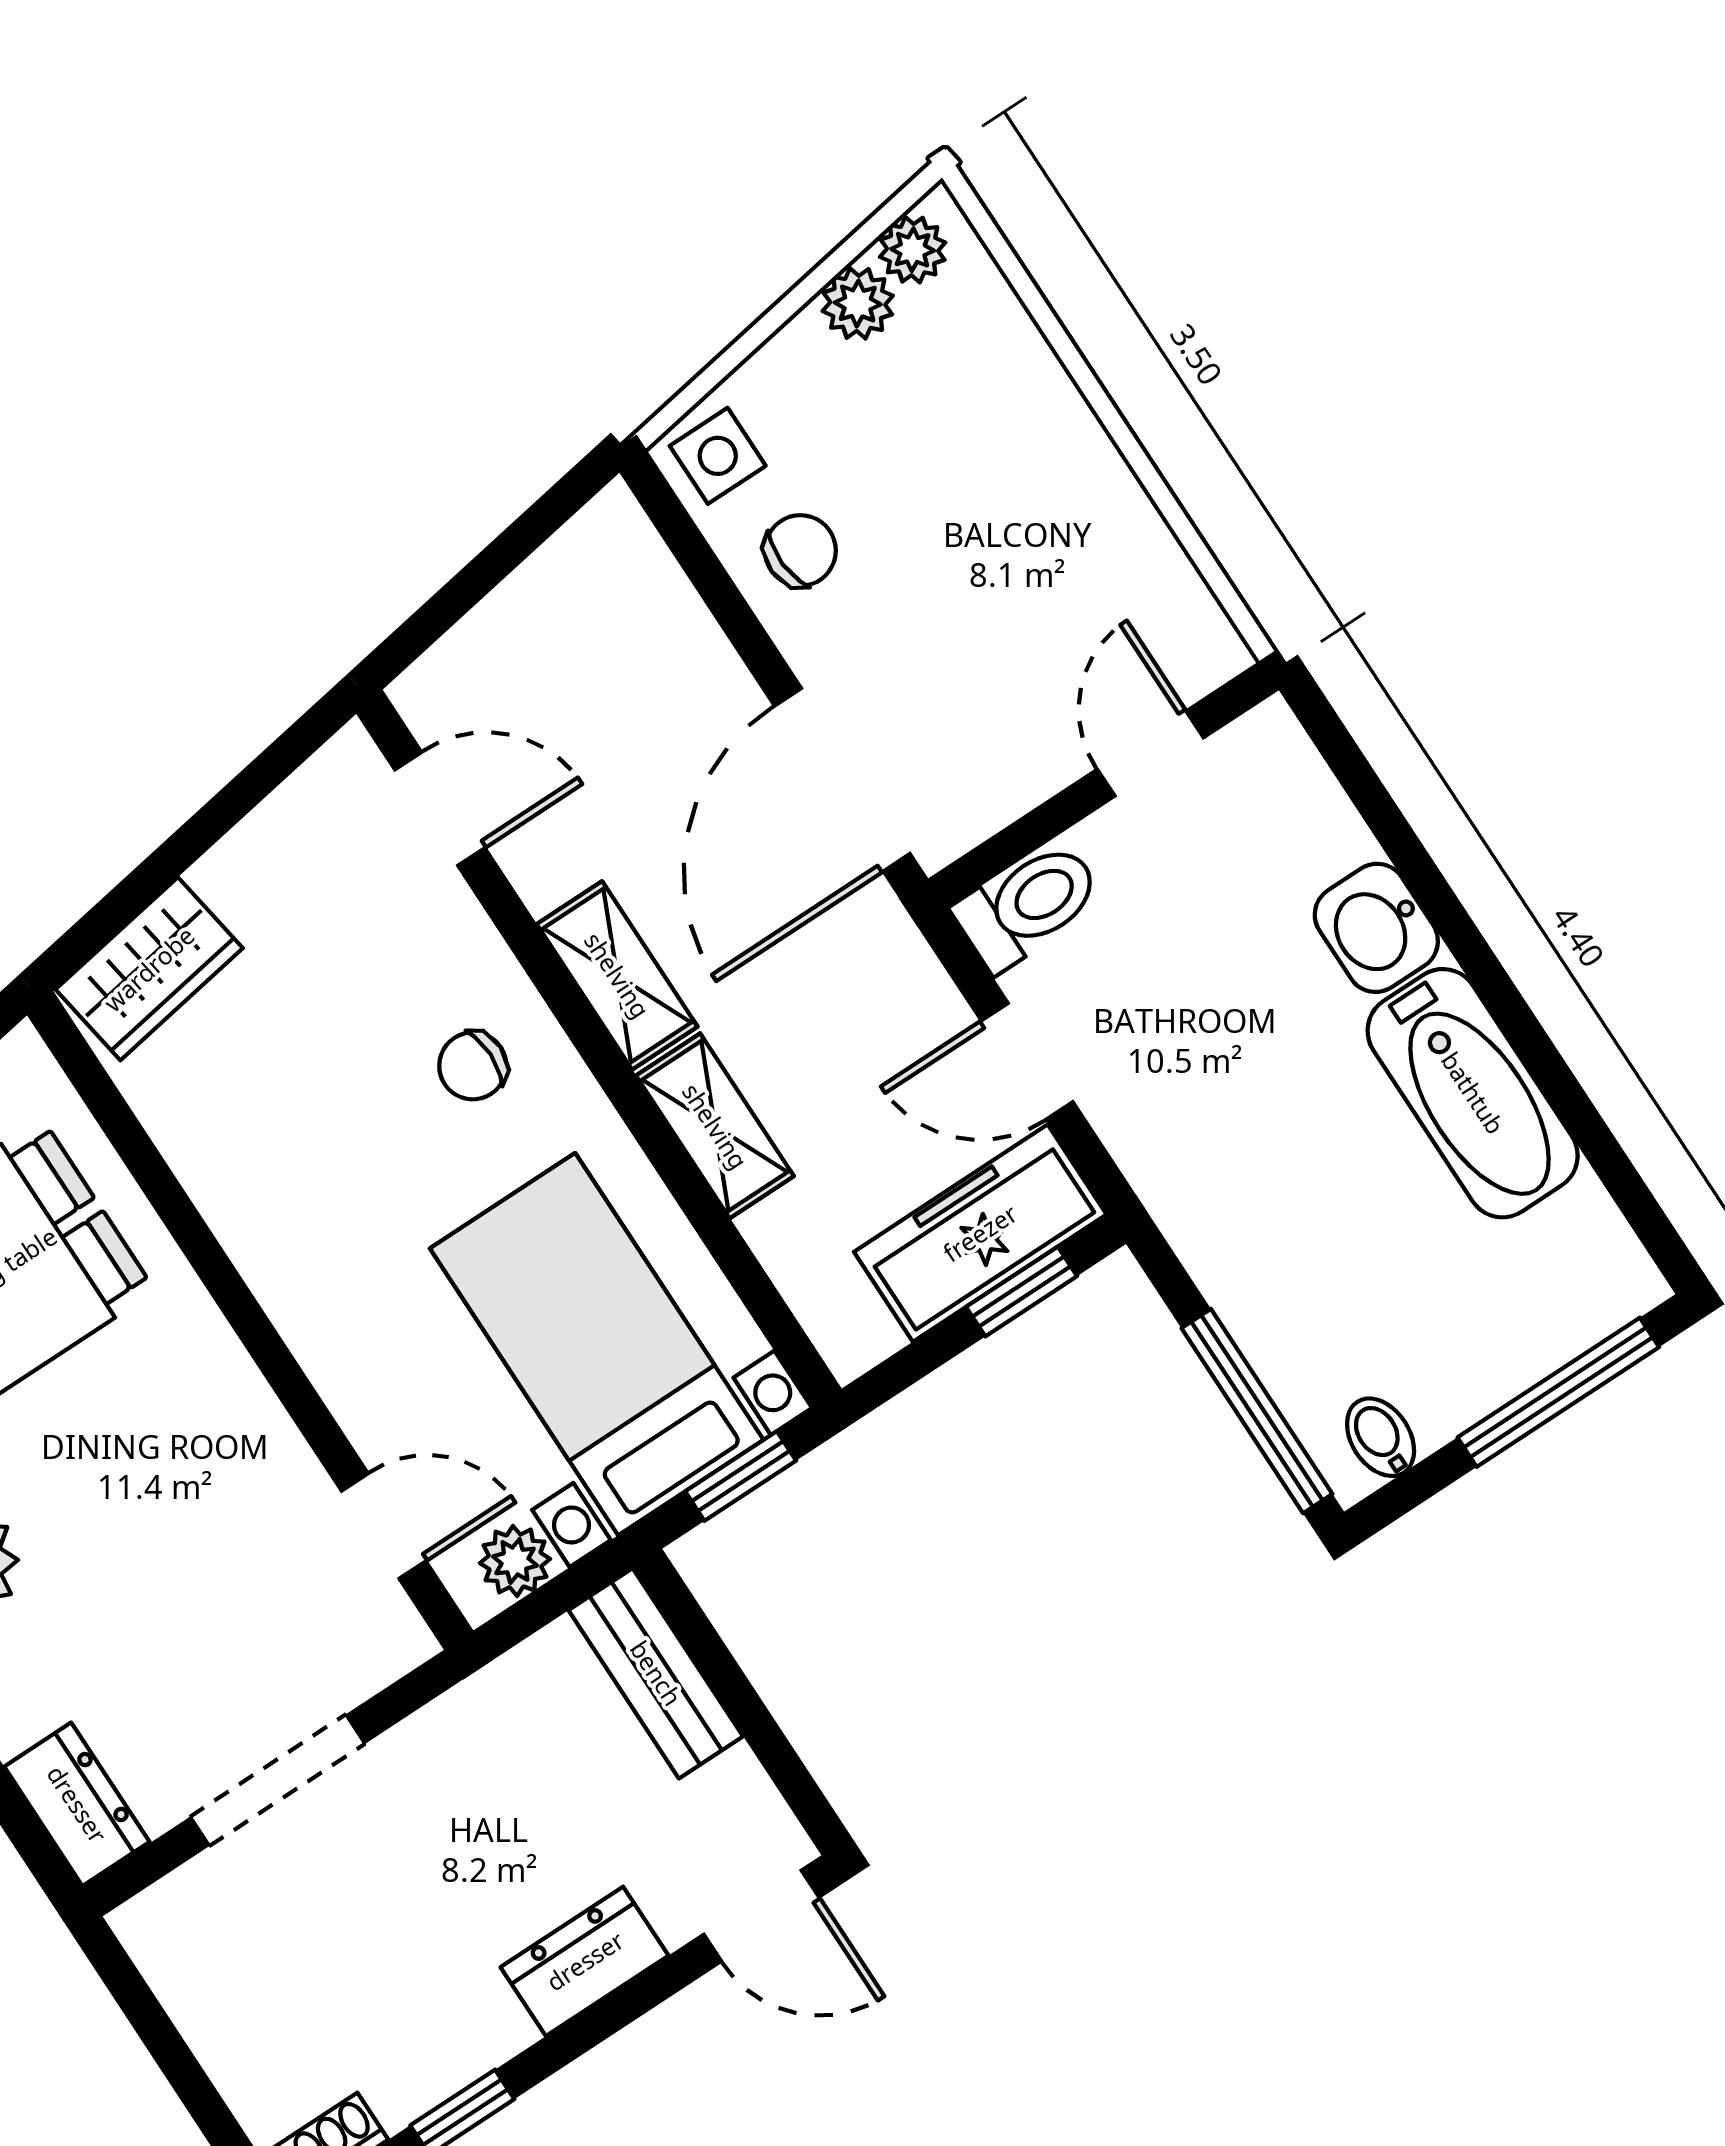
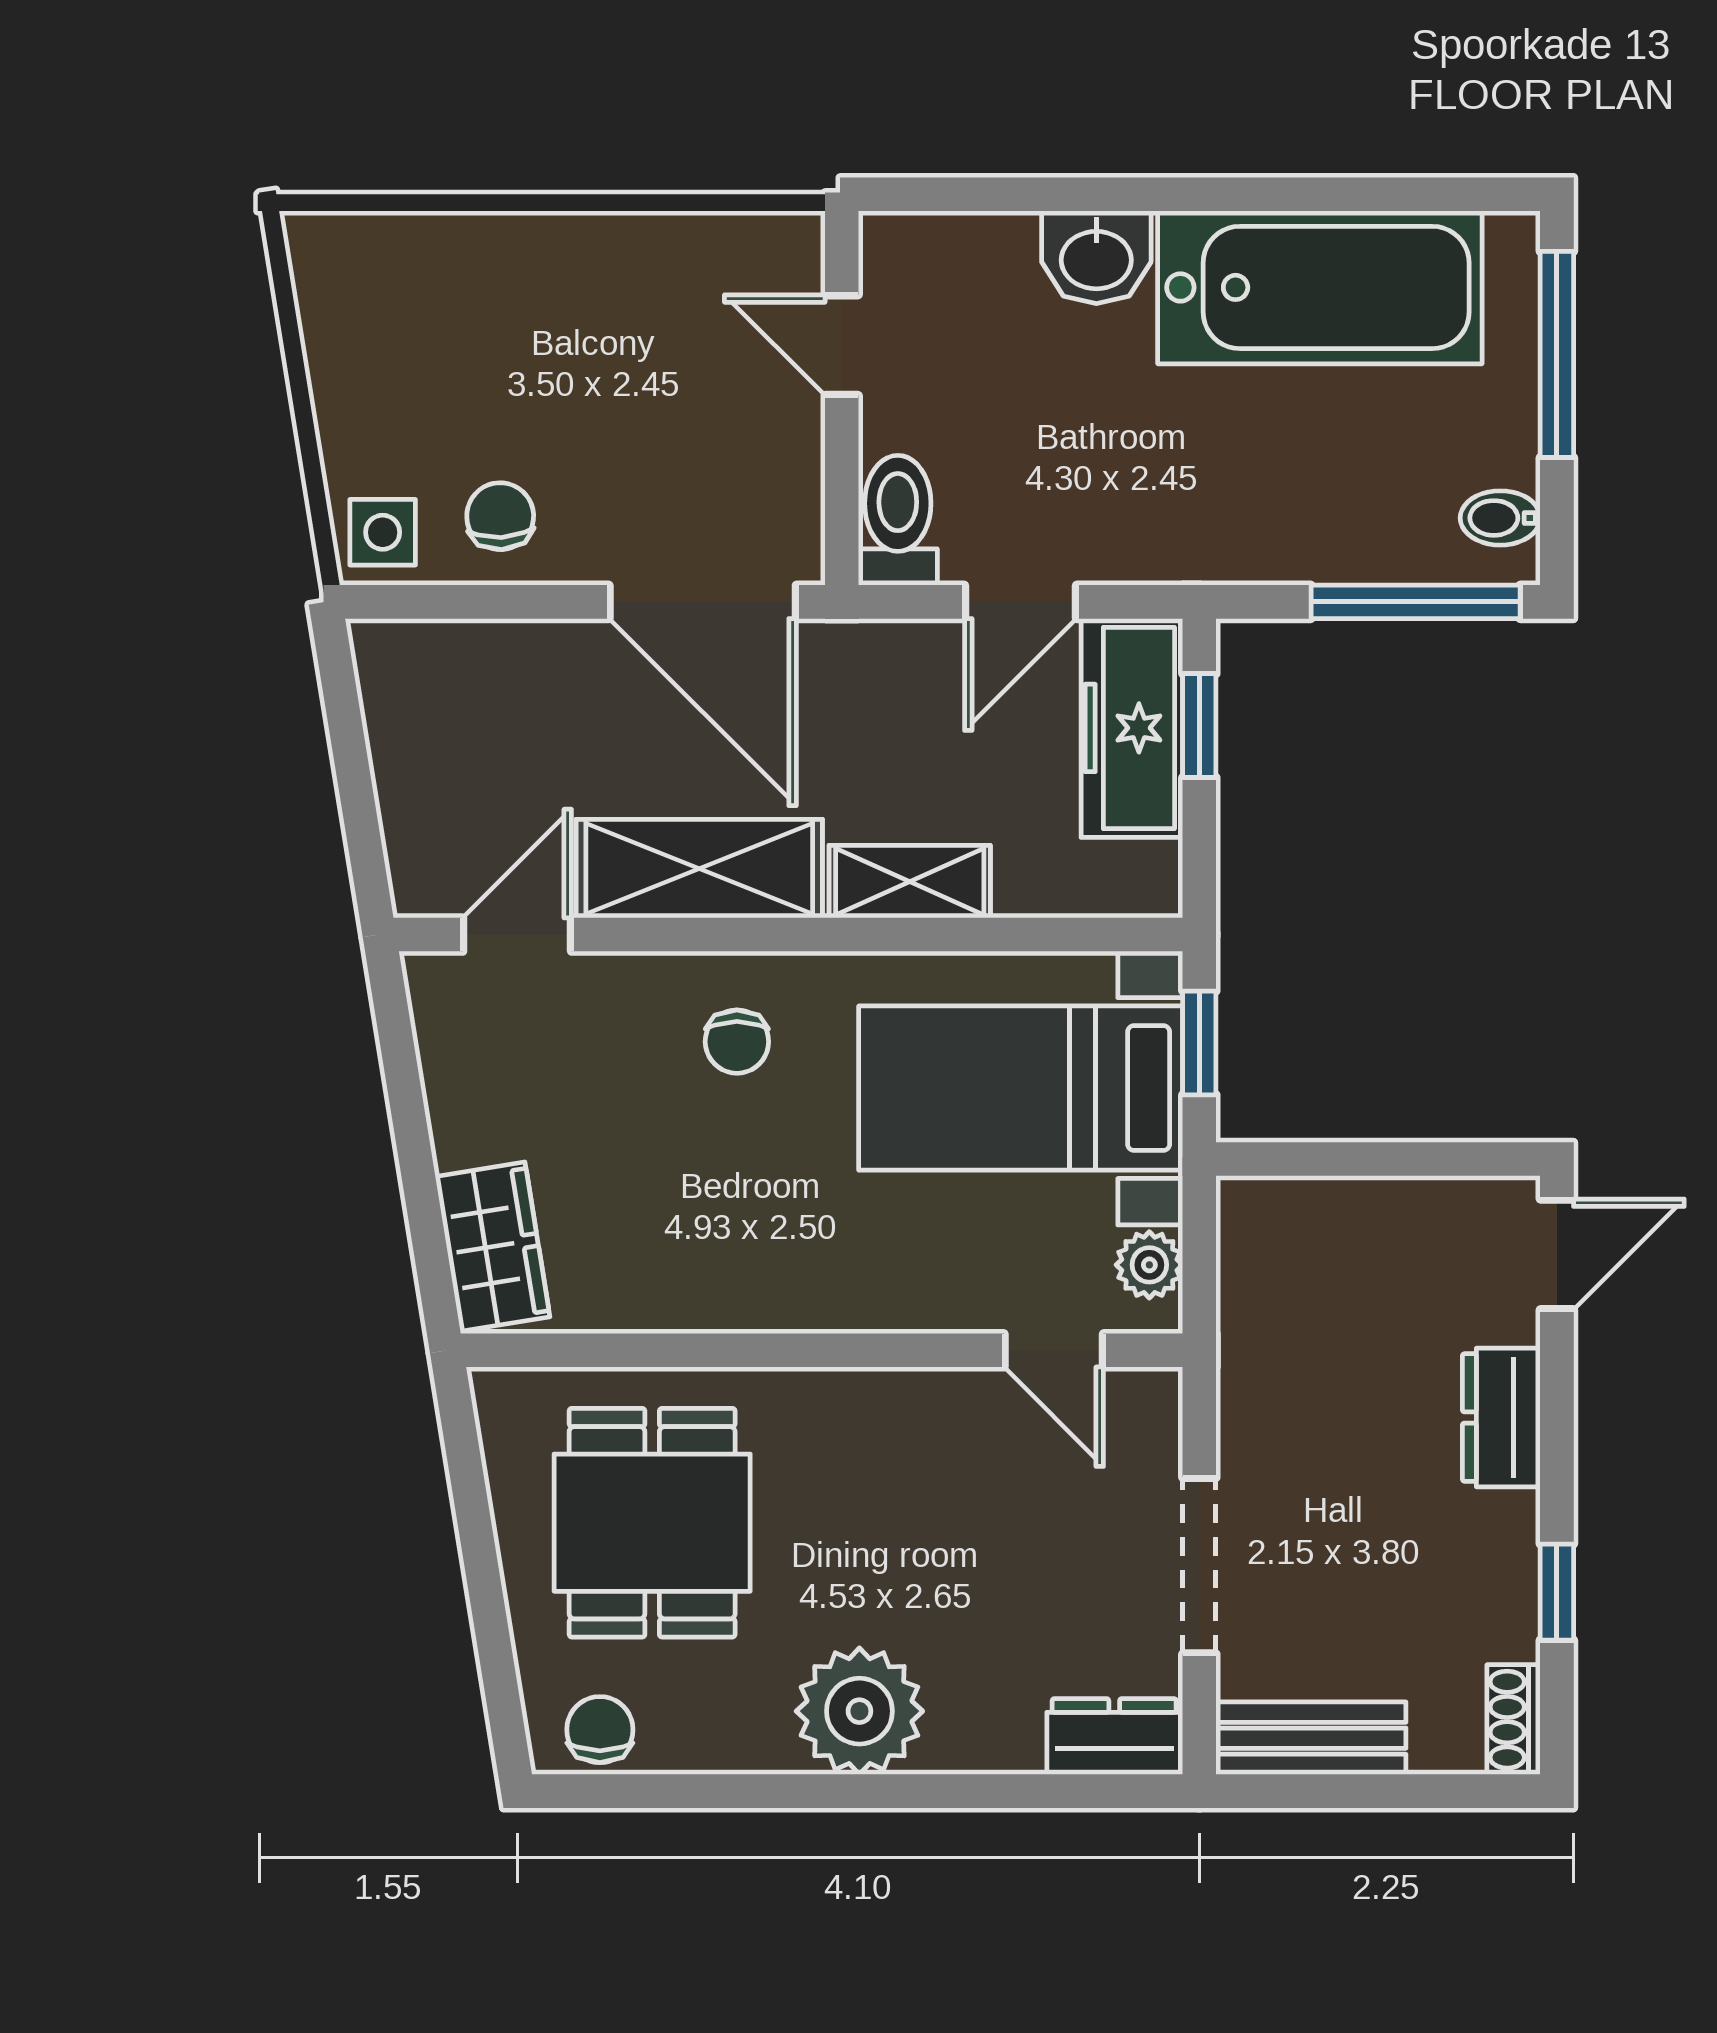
plant: (913, 250) -> (321, 272), removed
plant: (858, 303) -> (335, 343), removed
shelving: (617, 975) -> (699, 869), width x1.50, depth x1.33
bathtub: (1473, 1093) -> (1320, 287), width x1.36, depth x1.36
door: (384, 1526) -> (1054, 1350), swing flipped
bench: (656, 1673) -> (1311, 1738), moved

